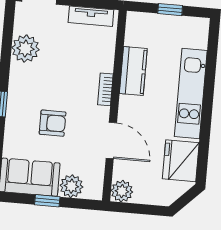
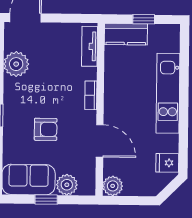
tv unit: (91, 16) -> (90, 46), moved, turned 90
kitchen counter: (133, 71) -> (126, 34), moved, turned 90
fridge: (181, 161) -> (167, 163), width x0.53, depth x0.75

